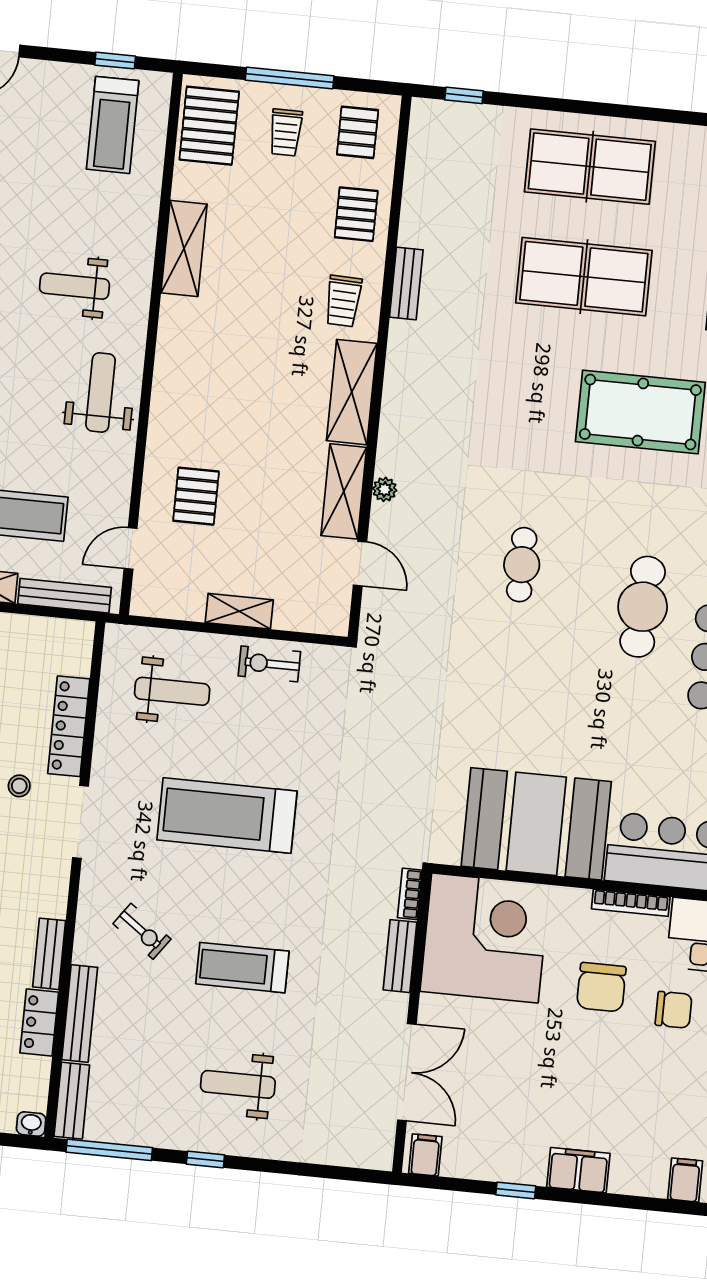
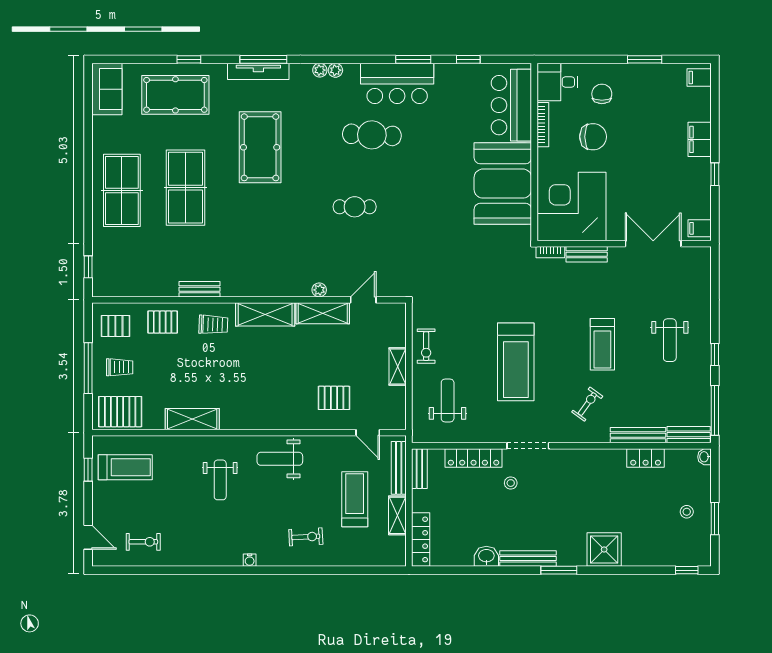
bench: (49, 954) -> (419, 469), moved, turned 90

